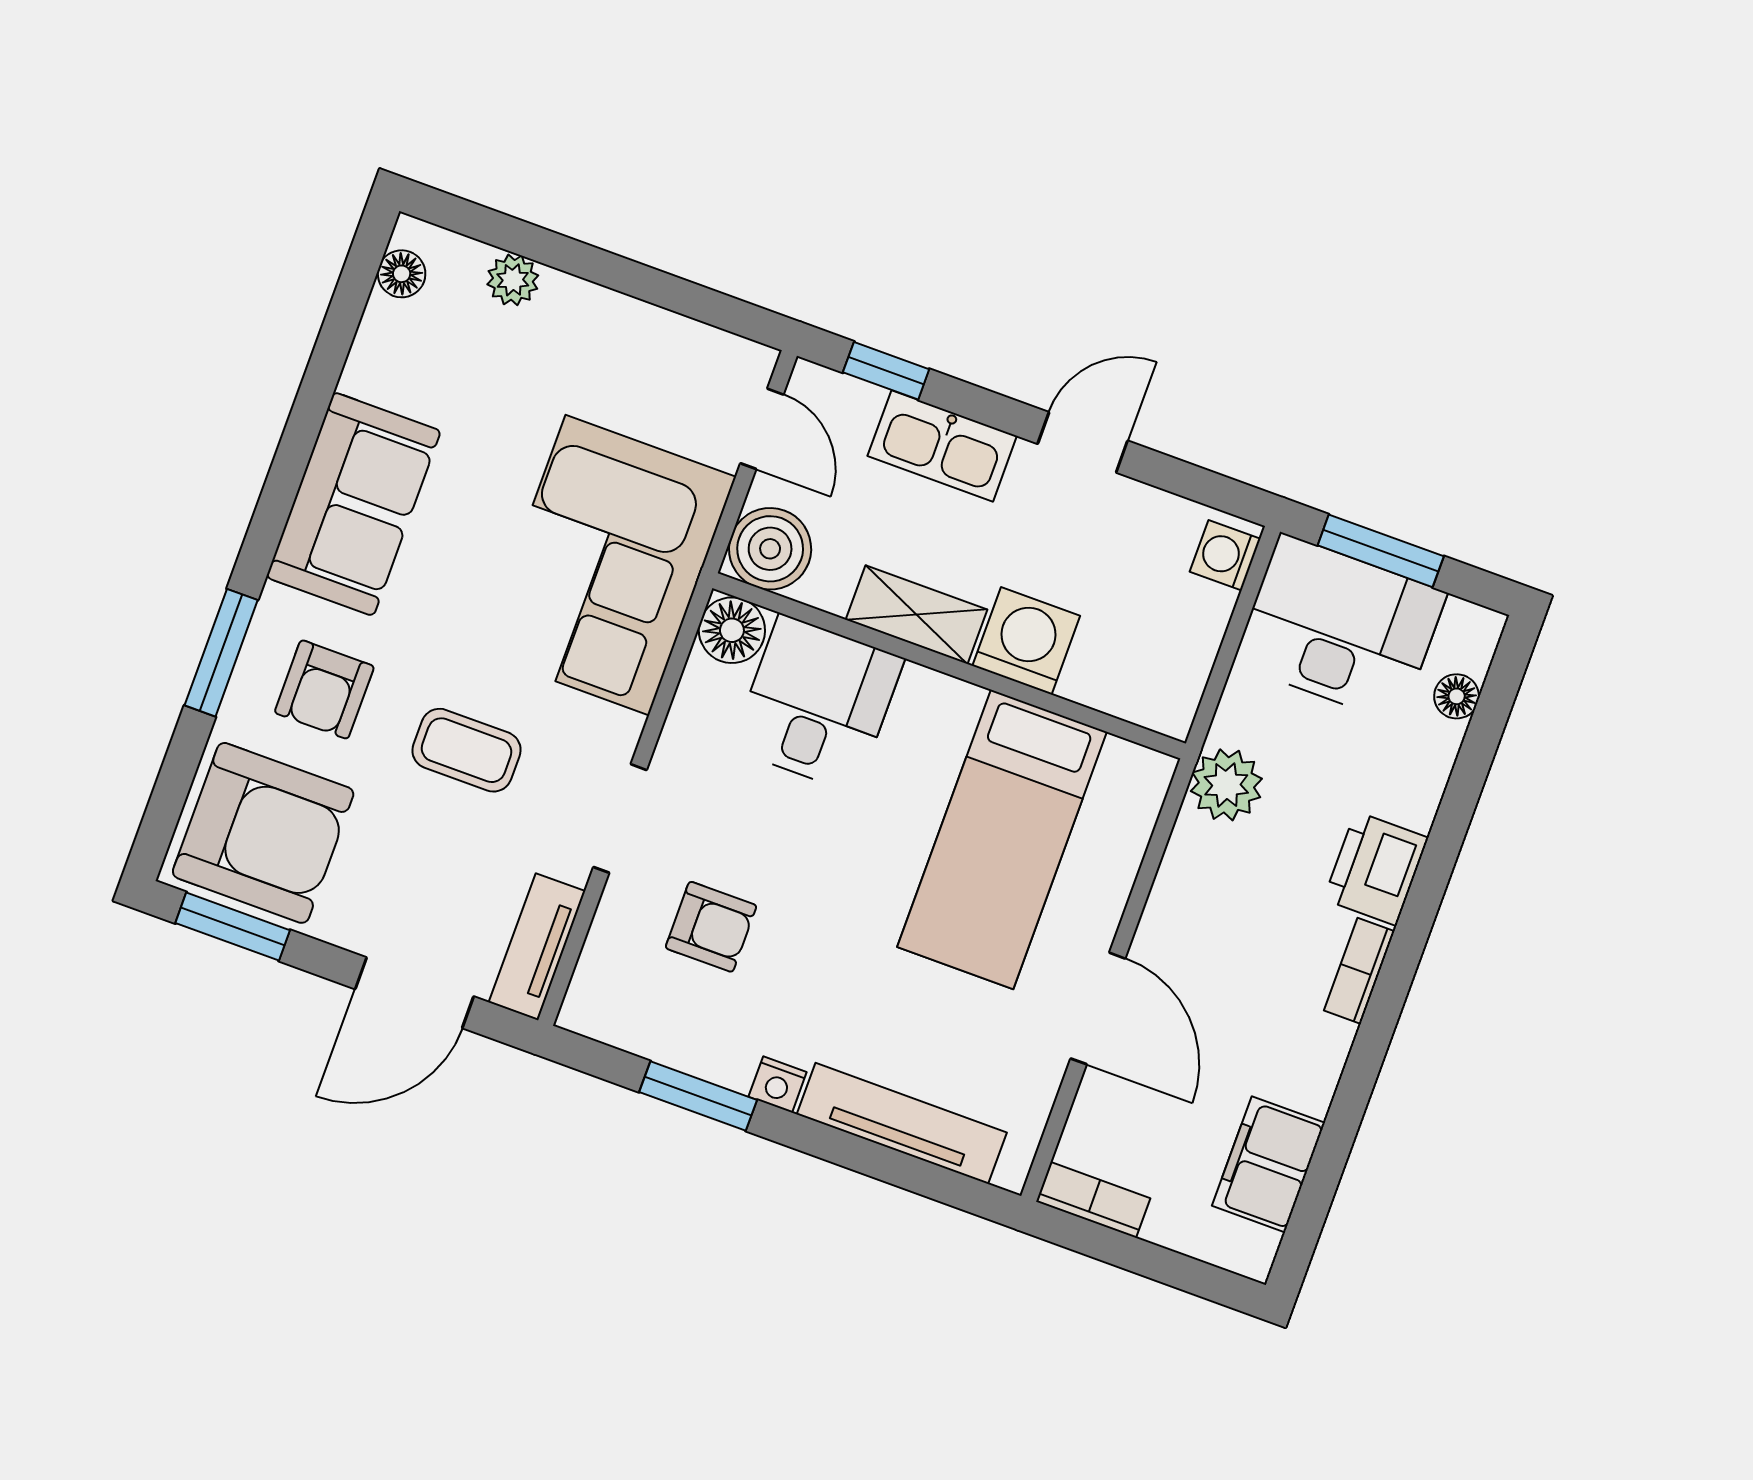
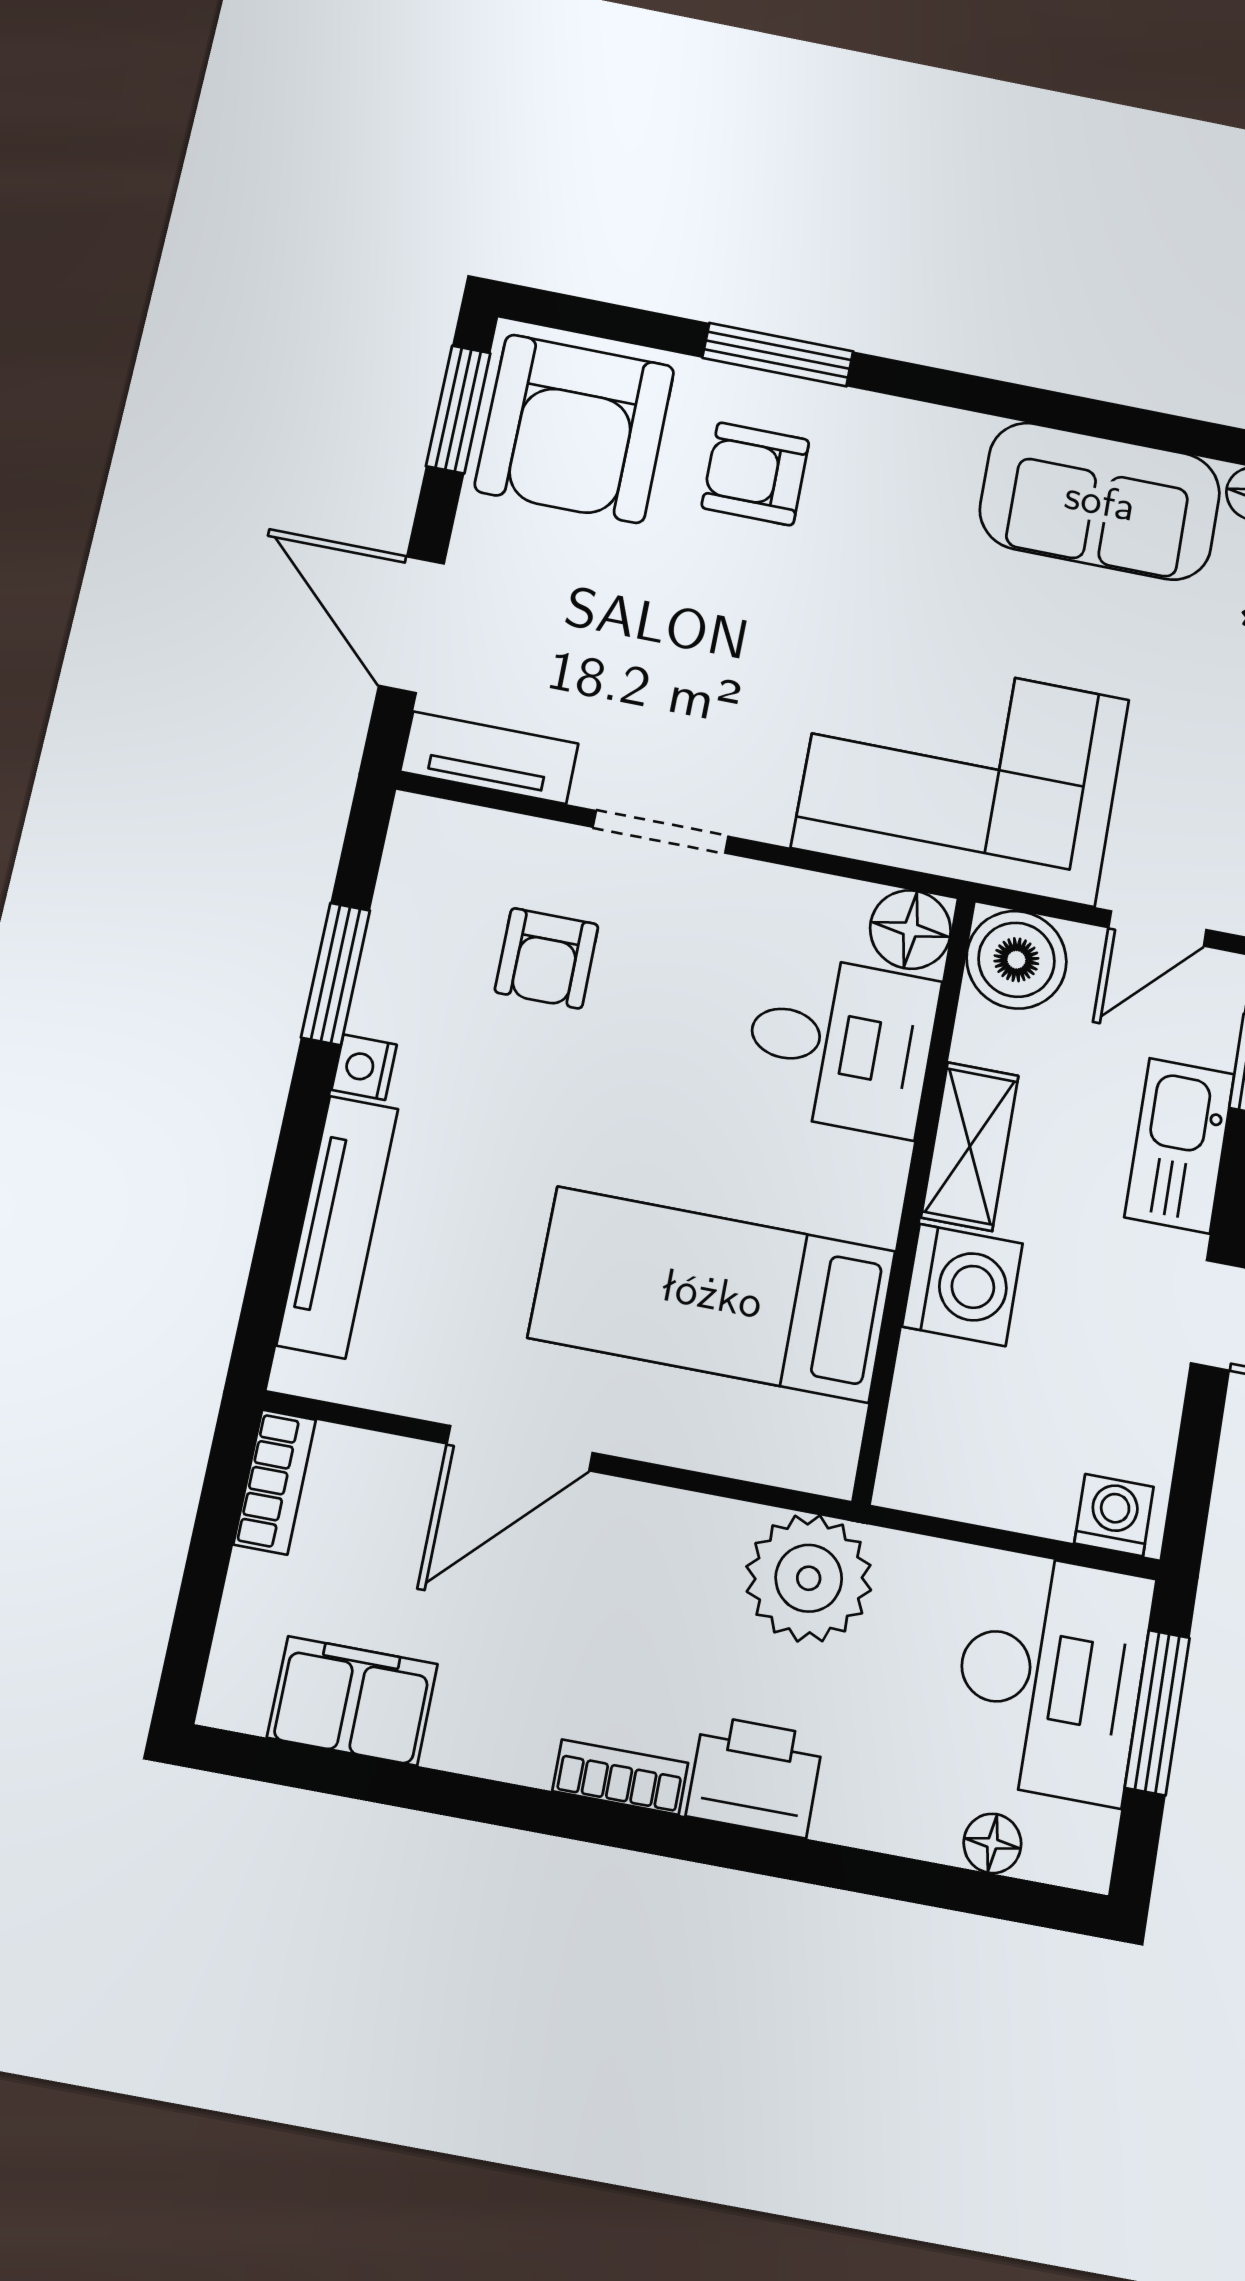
sofa: (354, 504) -> (1100, 501), moved
coffee table: (467, 750) -> (712, 643), removed
plant: (1226, 785) -> (809, 1578), width x1.36, depth x1.36

